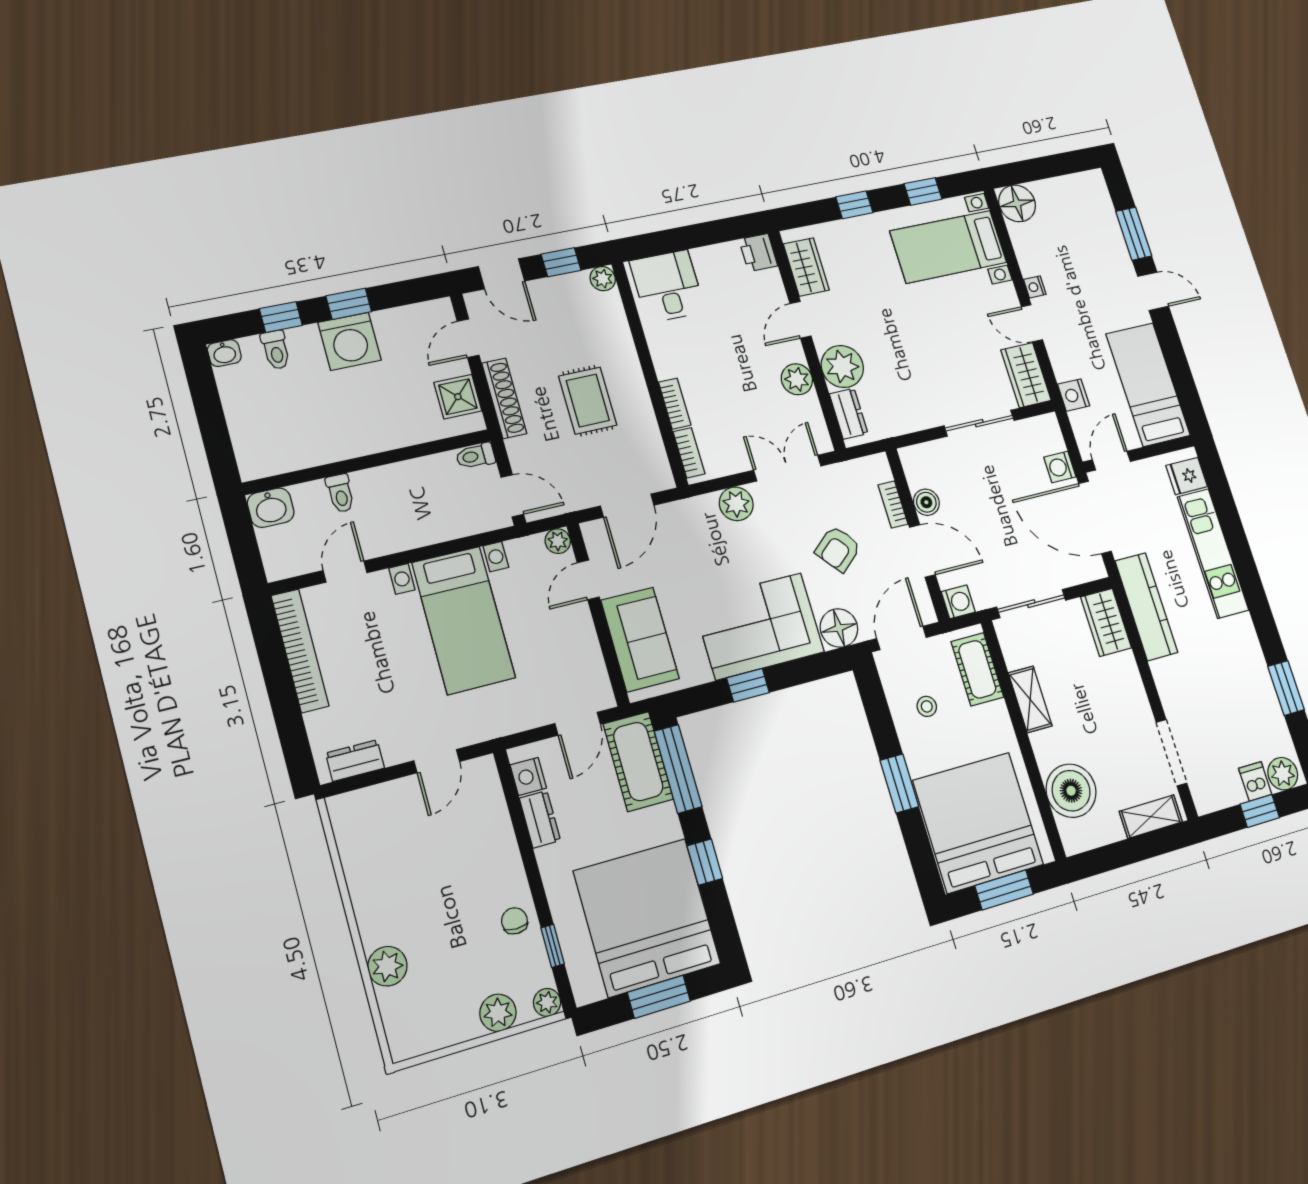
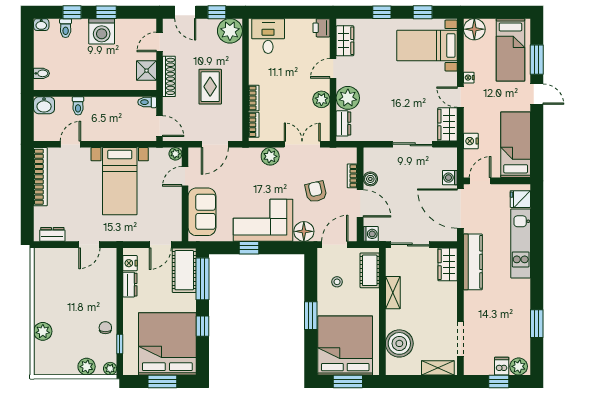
bed: (1086, 226) -> (510, 50), added
plant: (603, 279) -> (230, 31), width x1.88, depth x1.88
bidet: (249, 447) -> (42, 73), added
armchair: (838, 549) -> (316, 192), turned 117

